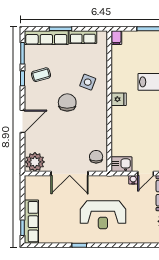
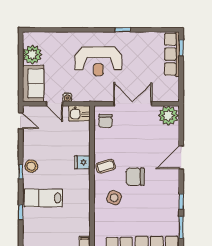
coffee table: (41, 75) -> (106, 166), moved
fridge: (119, 99) -> (82, 162), moved
chair: (67, 102) -> (135, 177), turned 90
door: (146, 174) -> (55, 104), swing flipped
reception desk: (103, 215) -> (98, 61), turned 180

